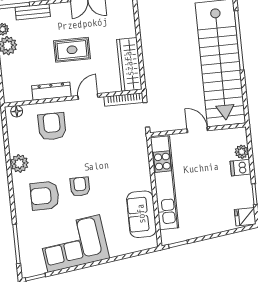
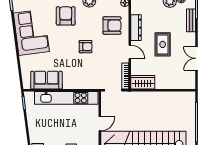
wardrobe: (129, 64) -> (143, 82), width x0.67
armchair: (80, 187) -> (86, 47), moved

